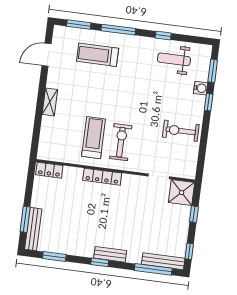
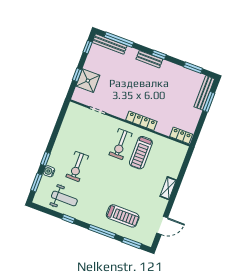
exercise bike: (181, 131) -> (77, 166), moved, turned 90
shower: (182, 193) -> (88, 81), moved

